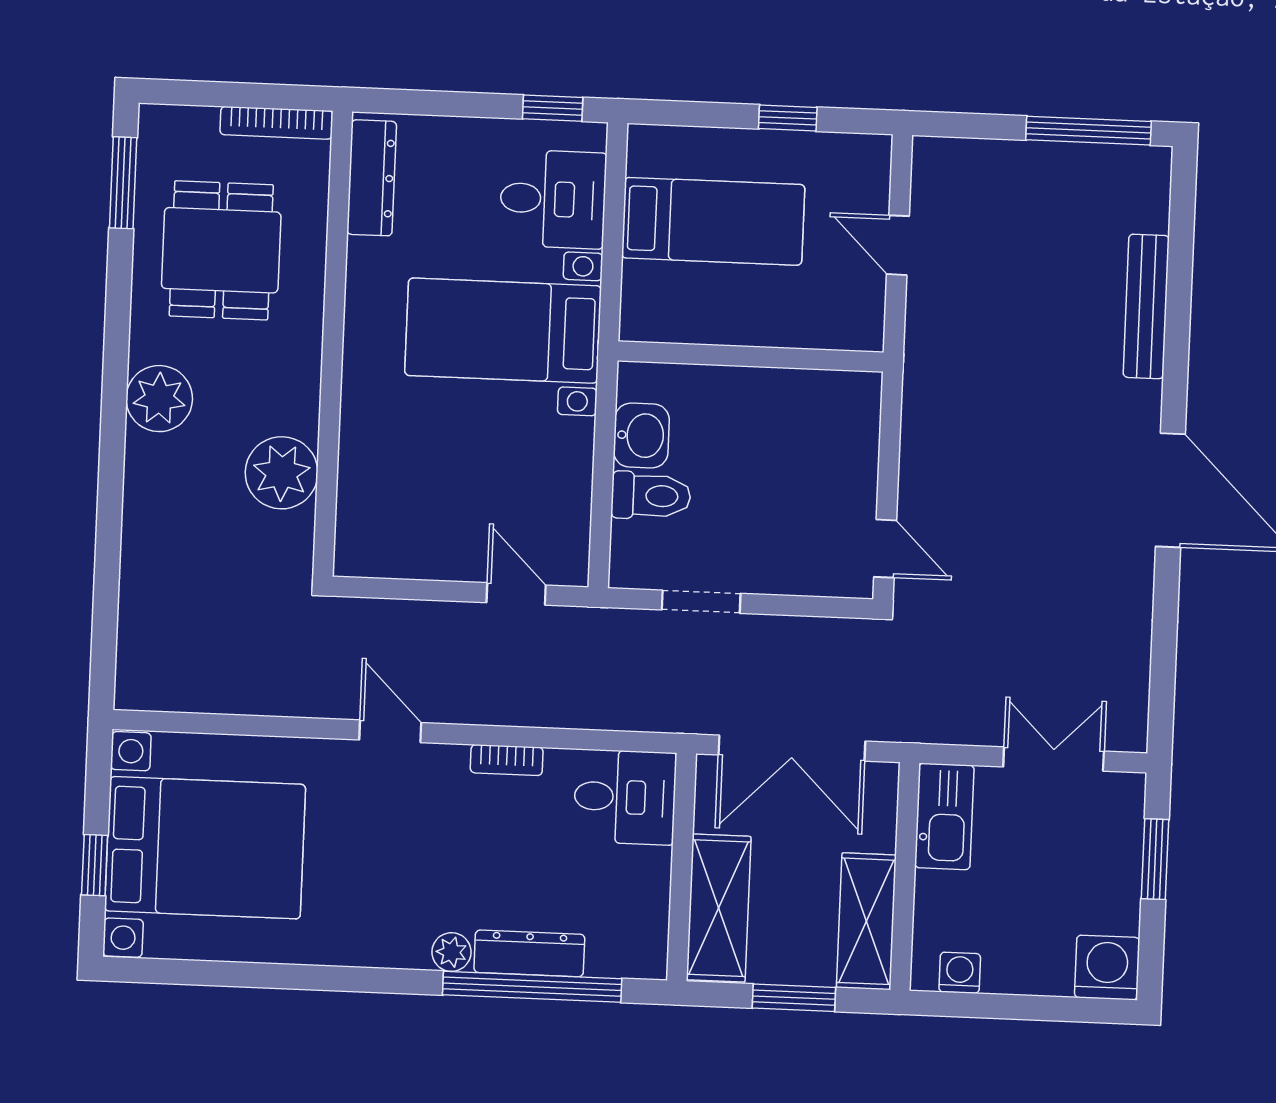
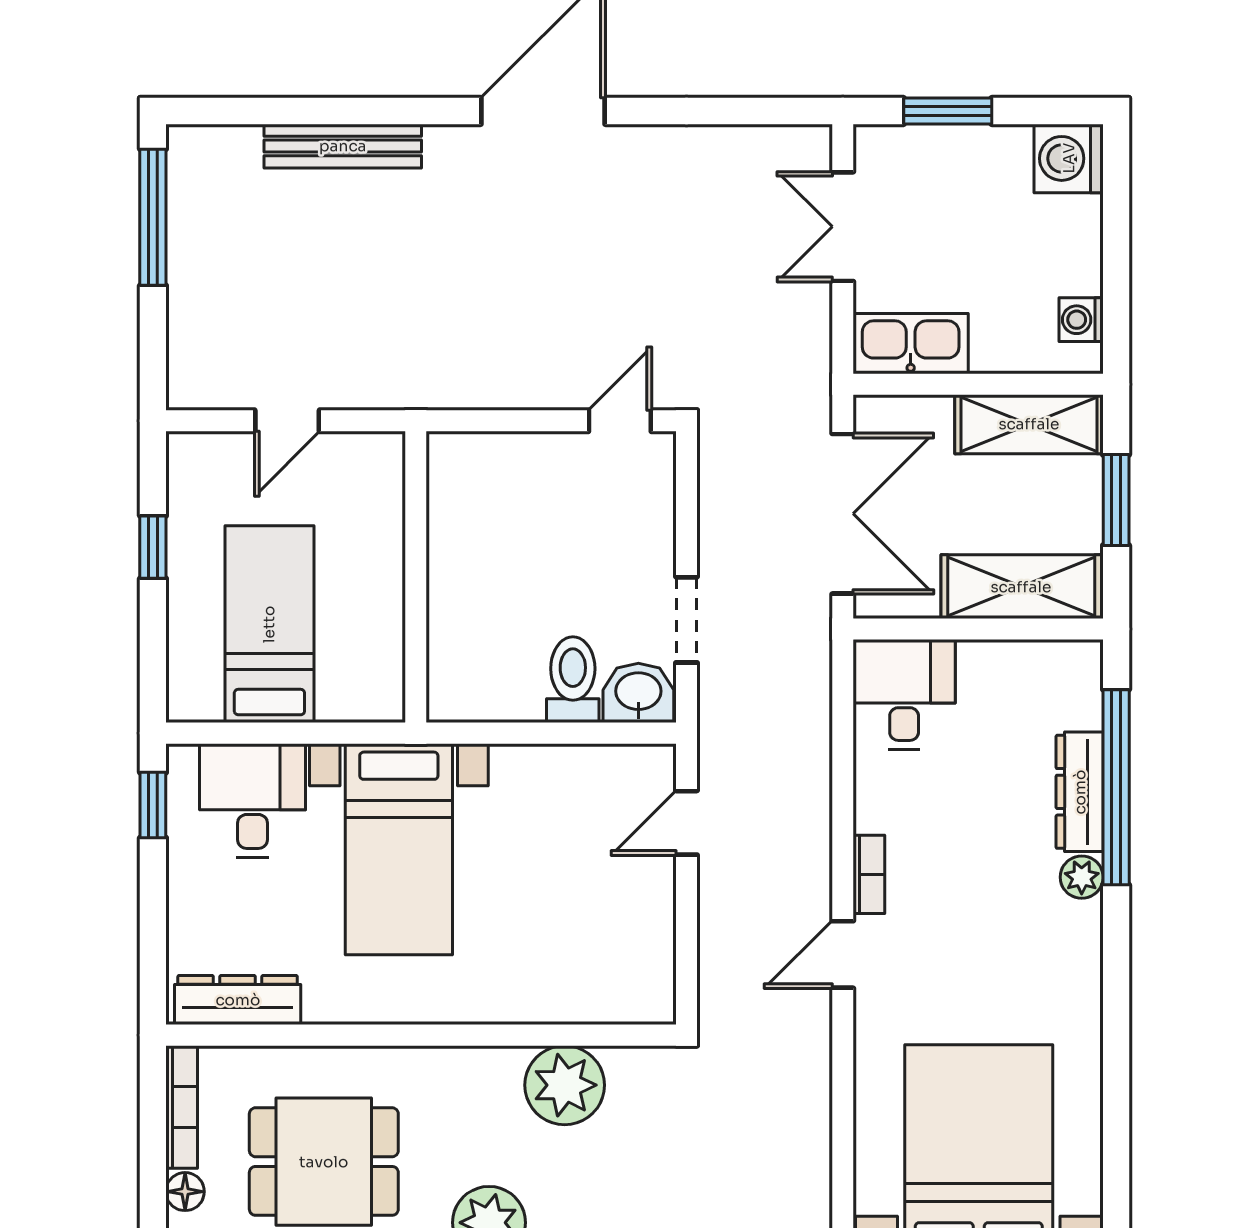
floor lamp: (199, 123) -> (185, 1192), added
washbasin: (641, 435) -> (638, 693), moved
bookcase: (507, 760) -> (869, 874), moved

